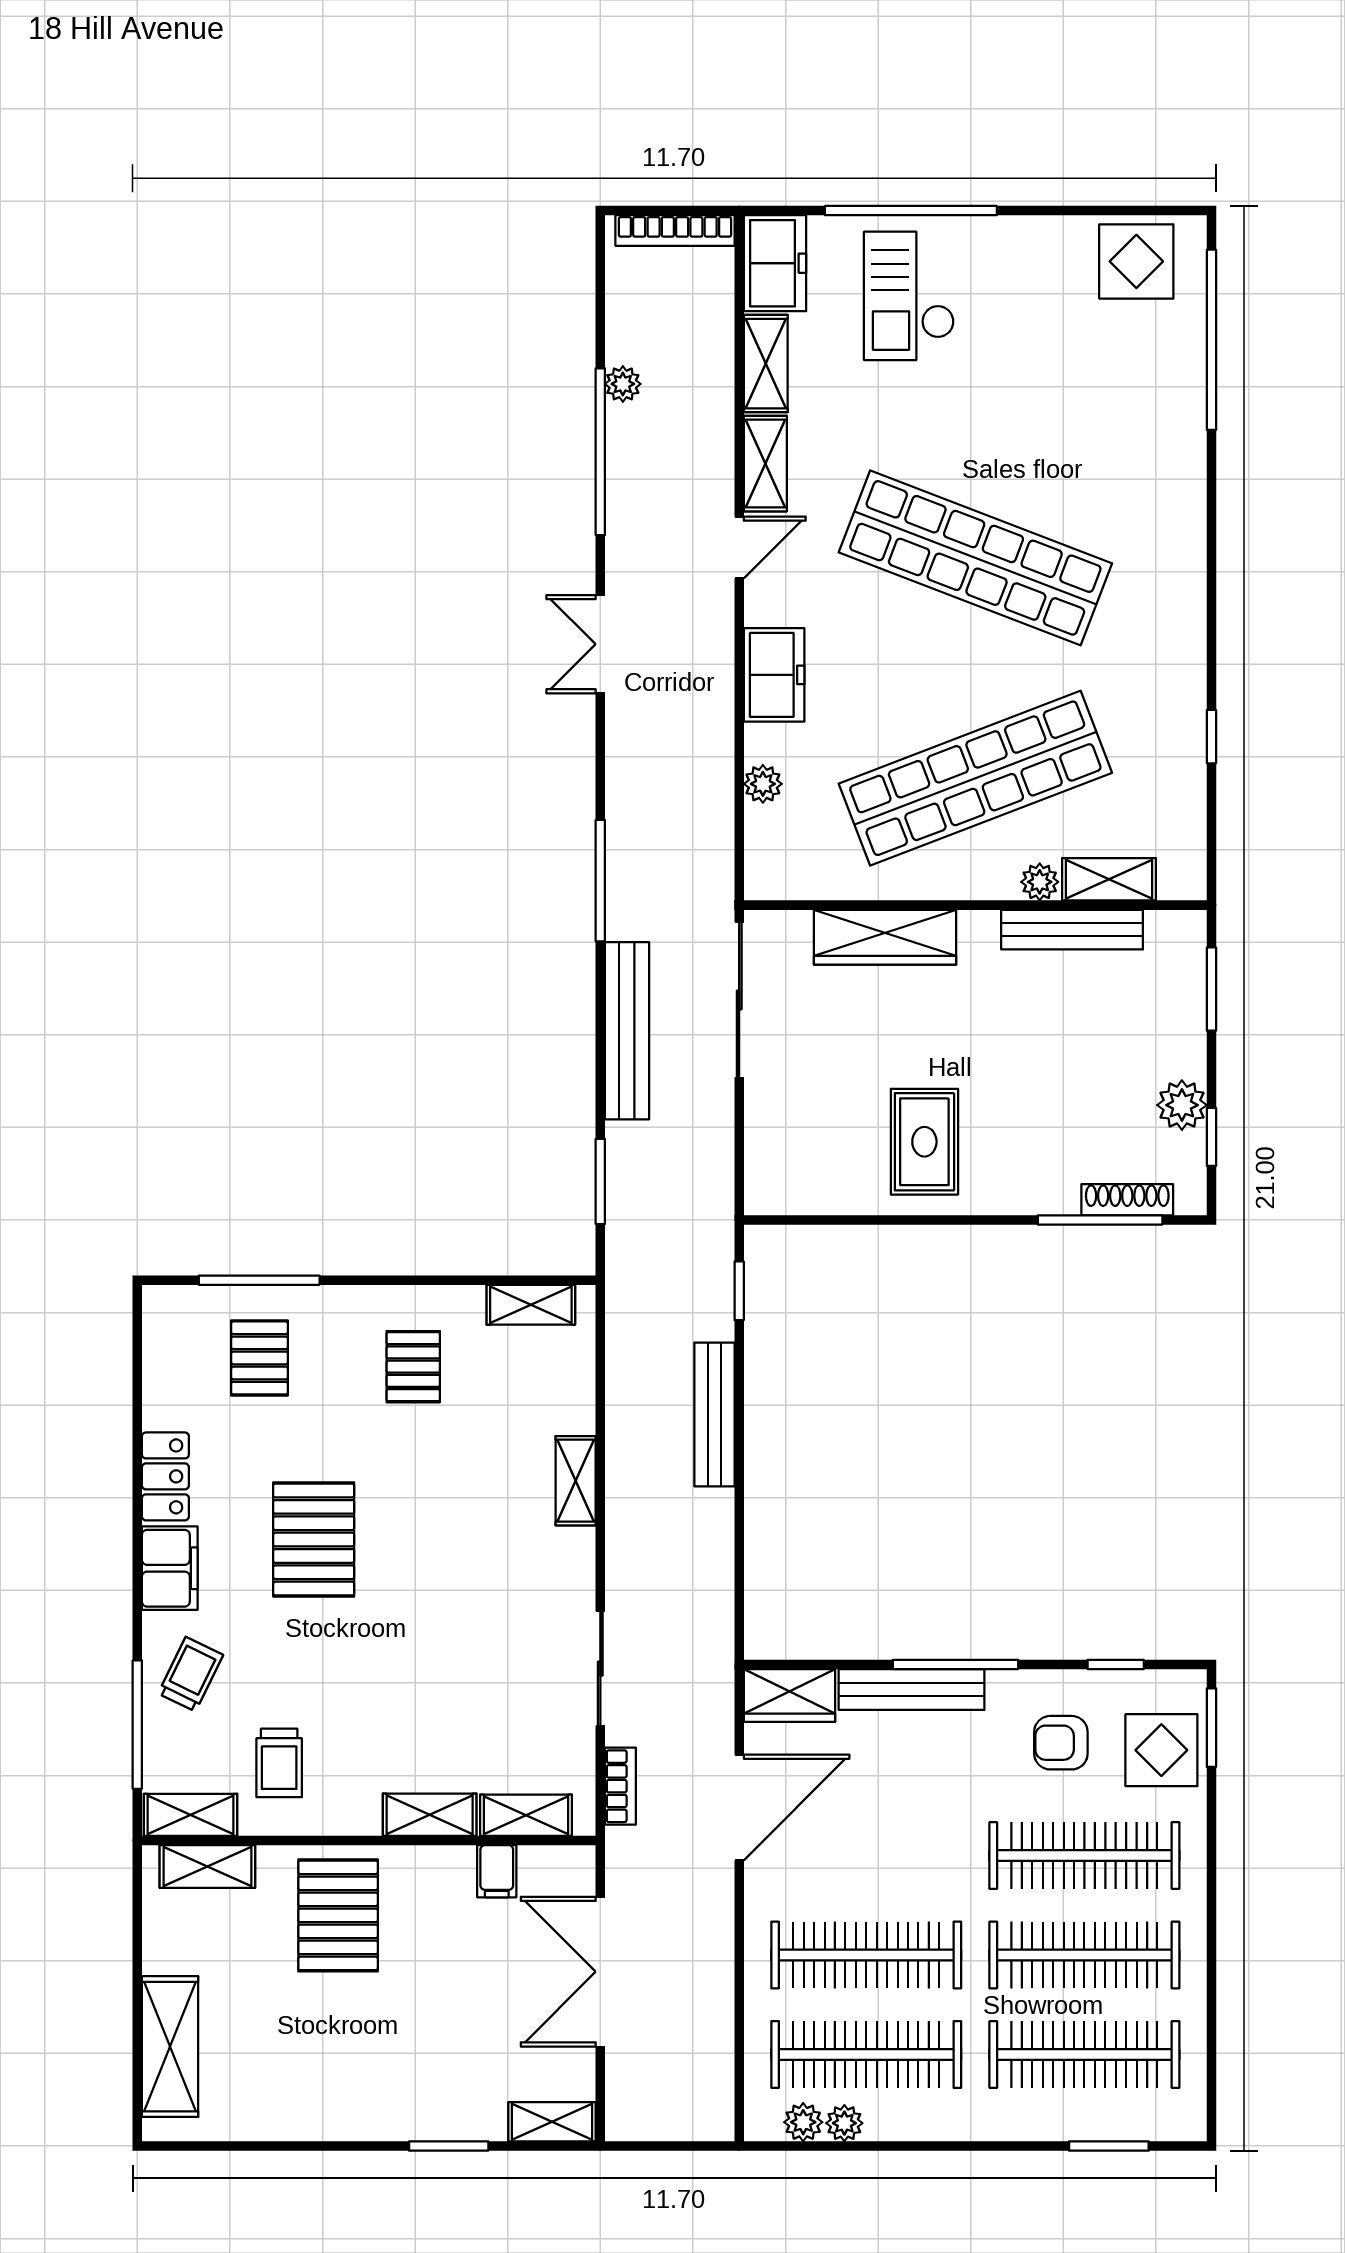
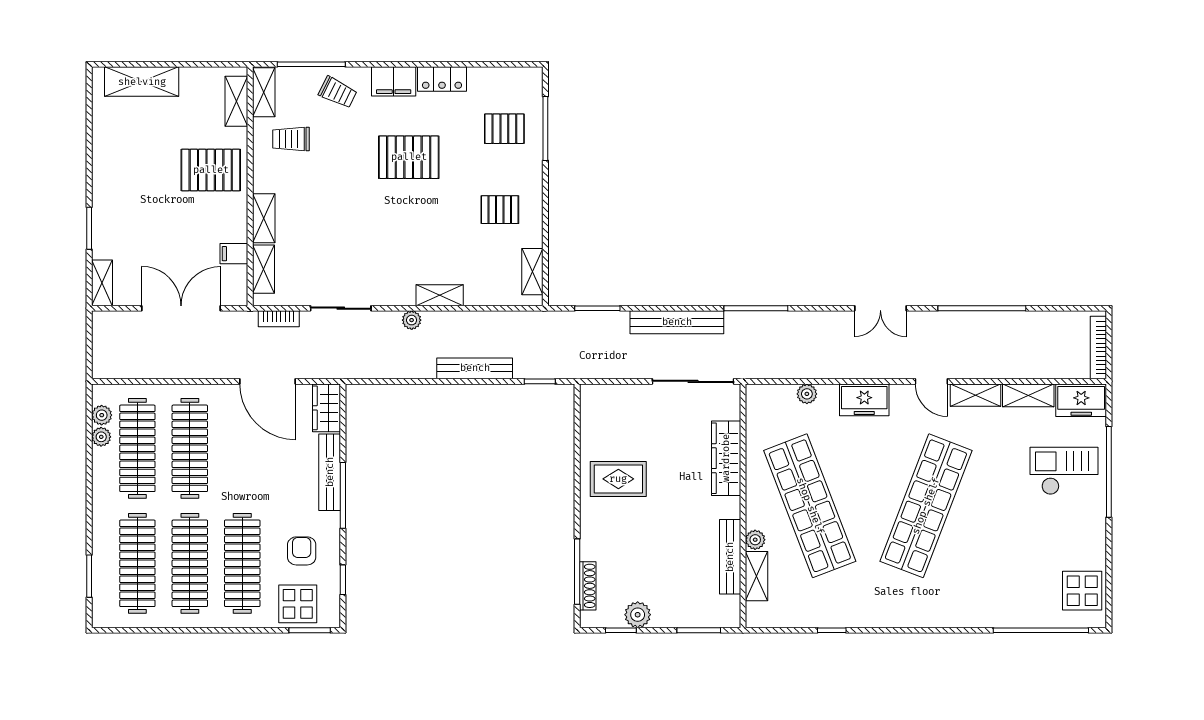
plant: (623, 384) -> (412, 320), moved
double door: (600, 644) -> (880, 308), swing flipped

